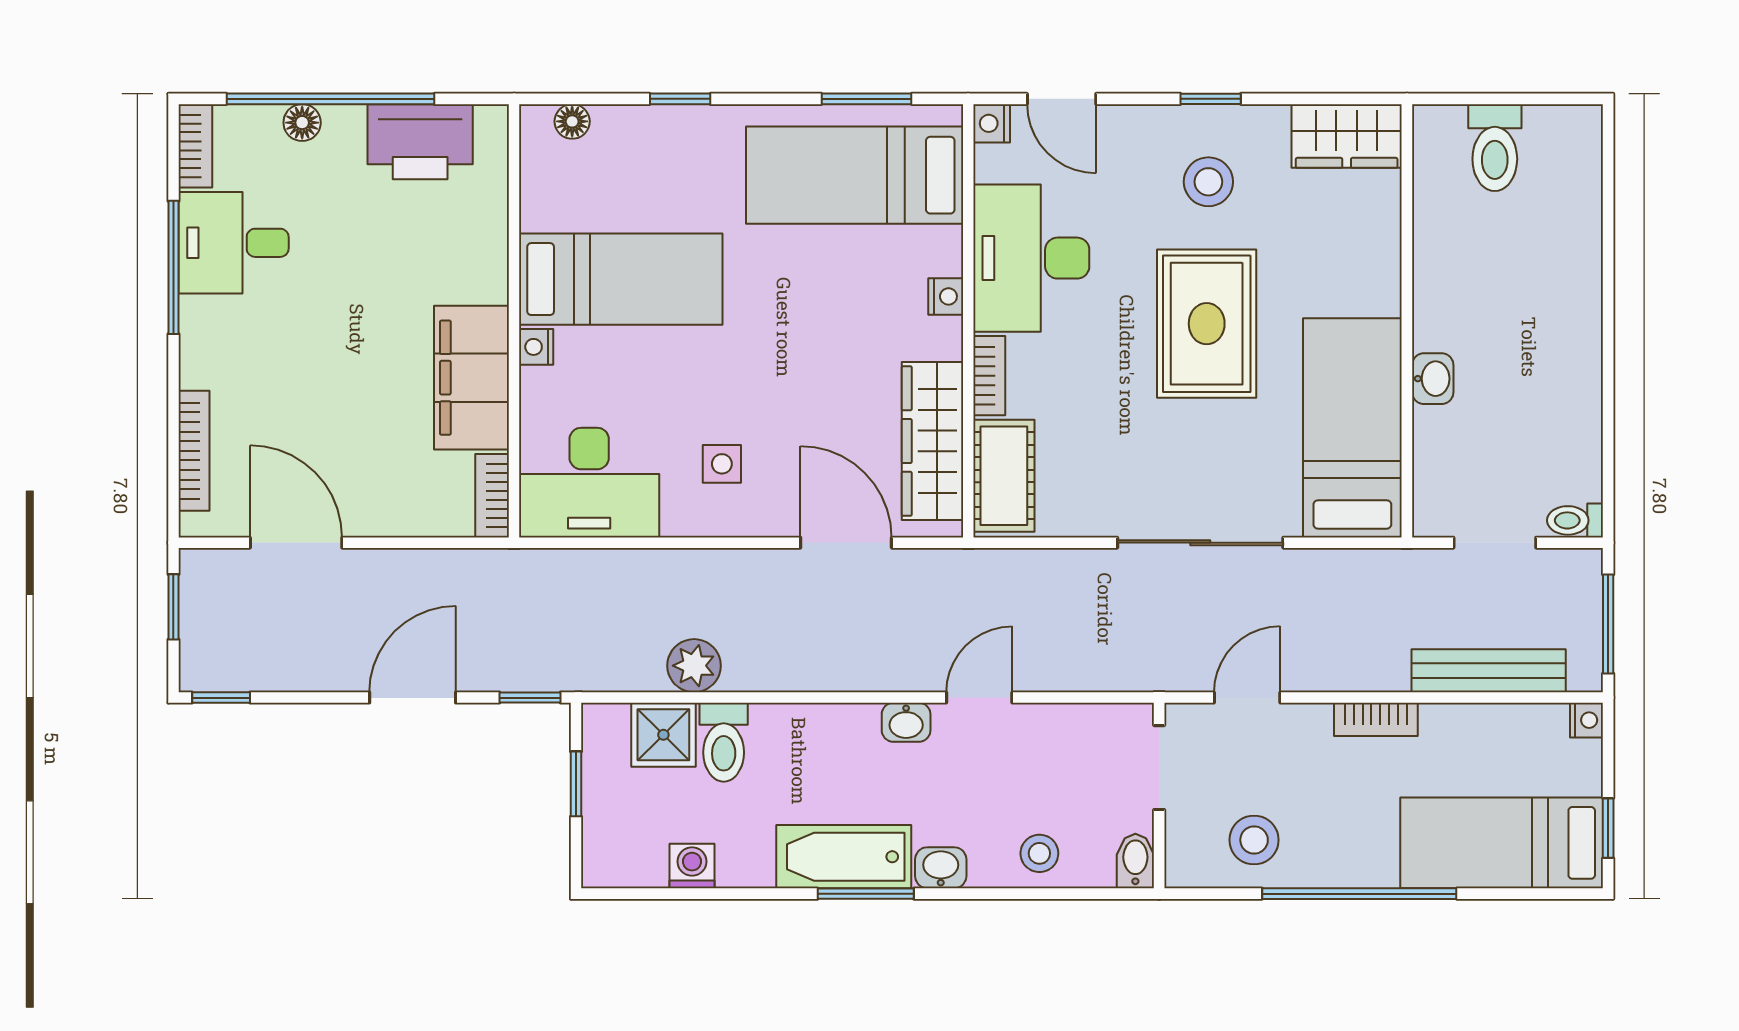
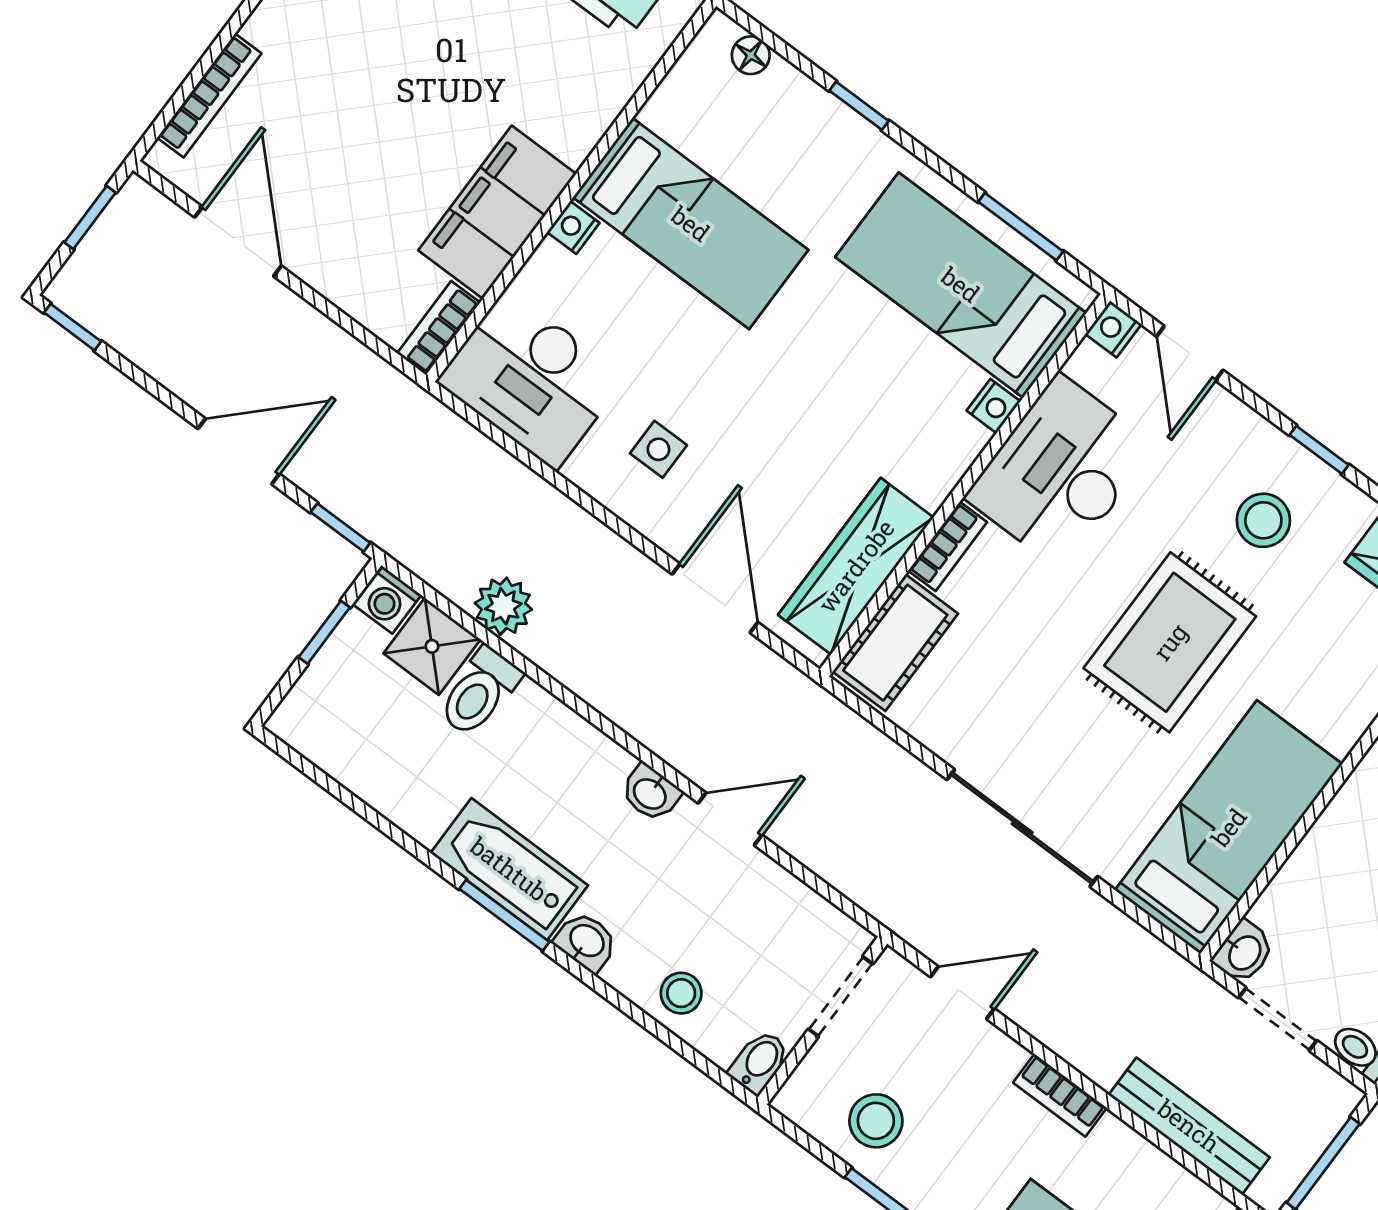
nightstand: (946, 296) -> (994, 406), moved
washbasin: (1433, 379) -> (1244, 952), moved
washing machine: (692, 866) -> (387, 600), moved, turned 180

